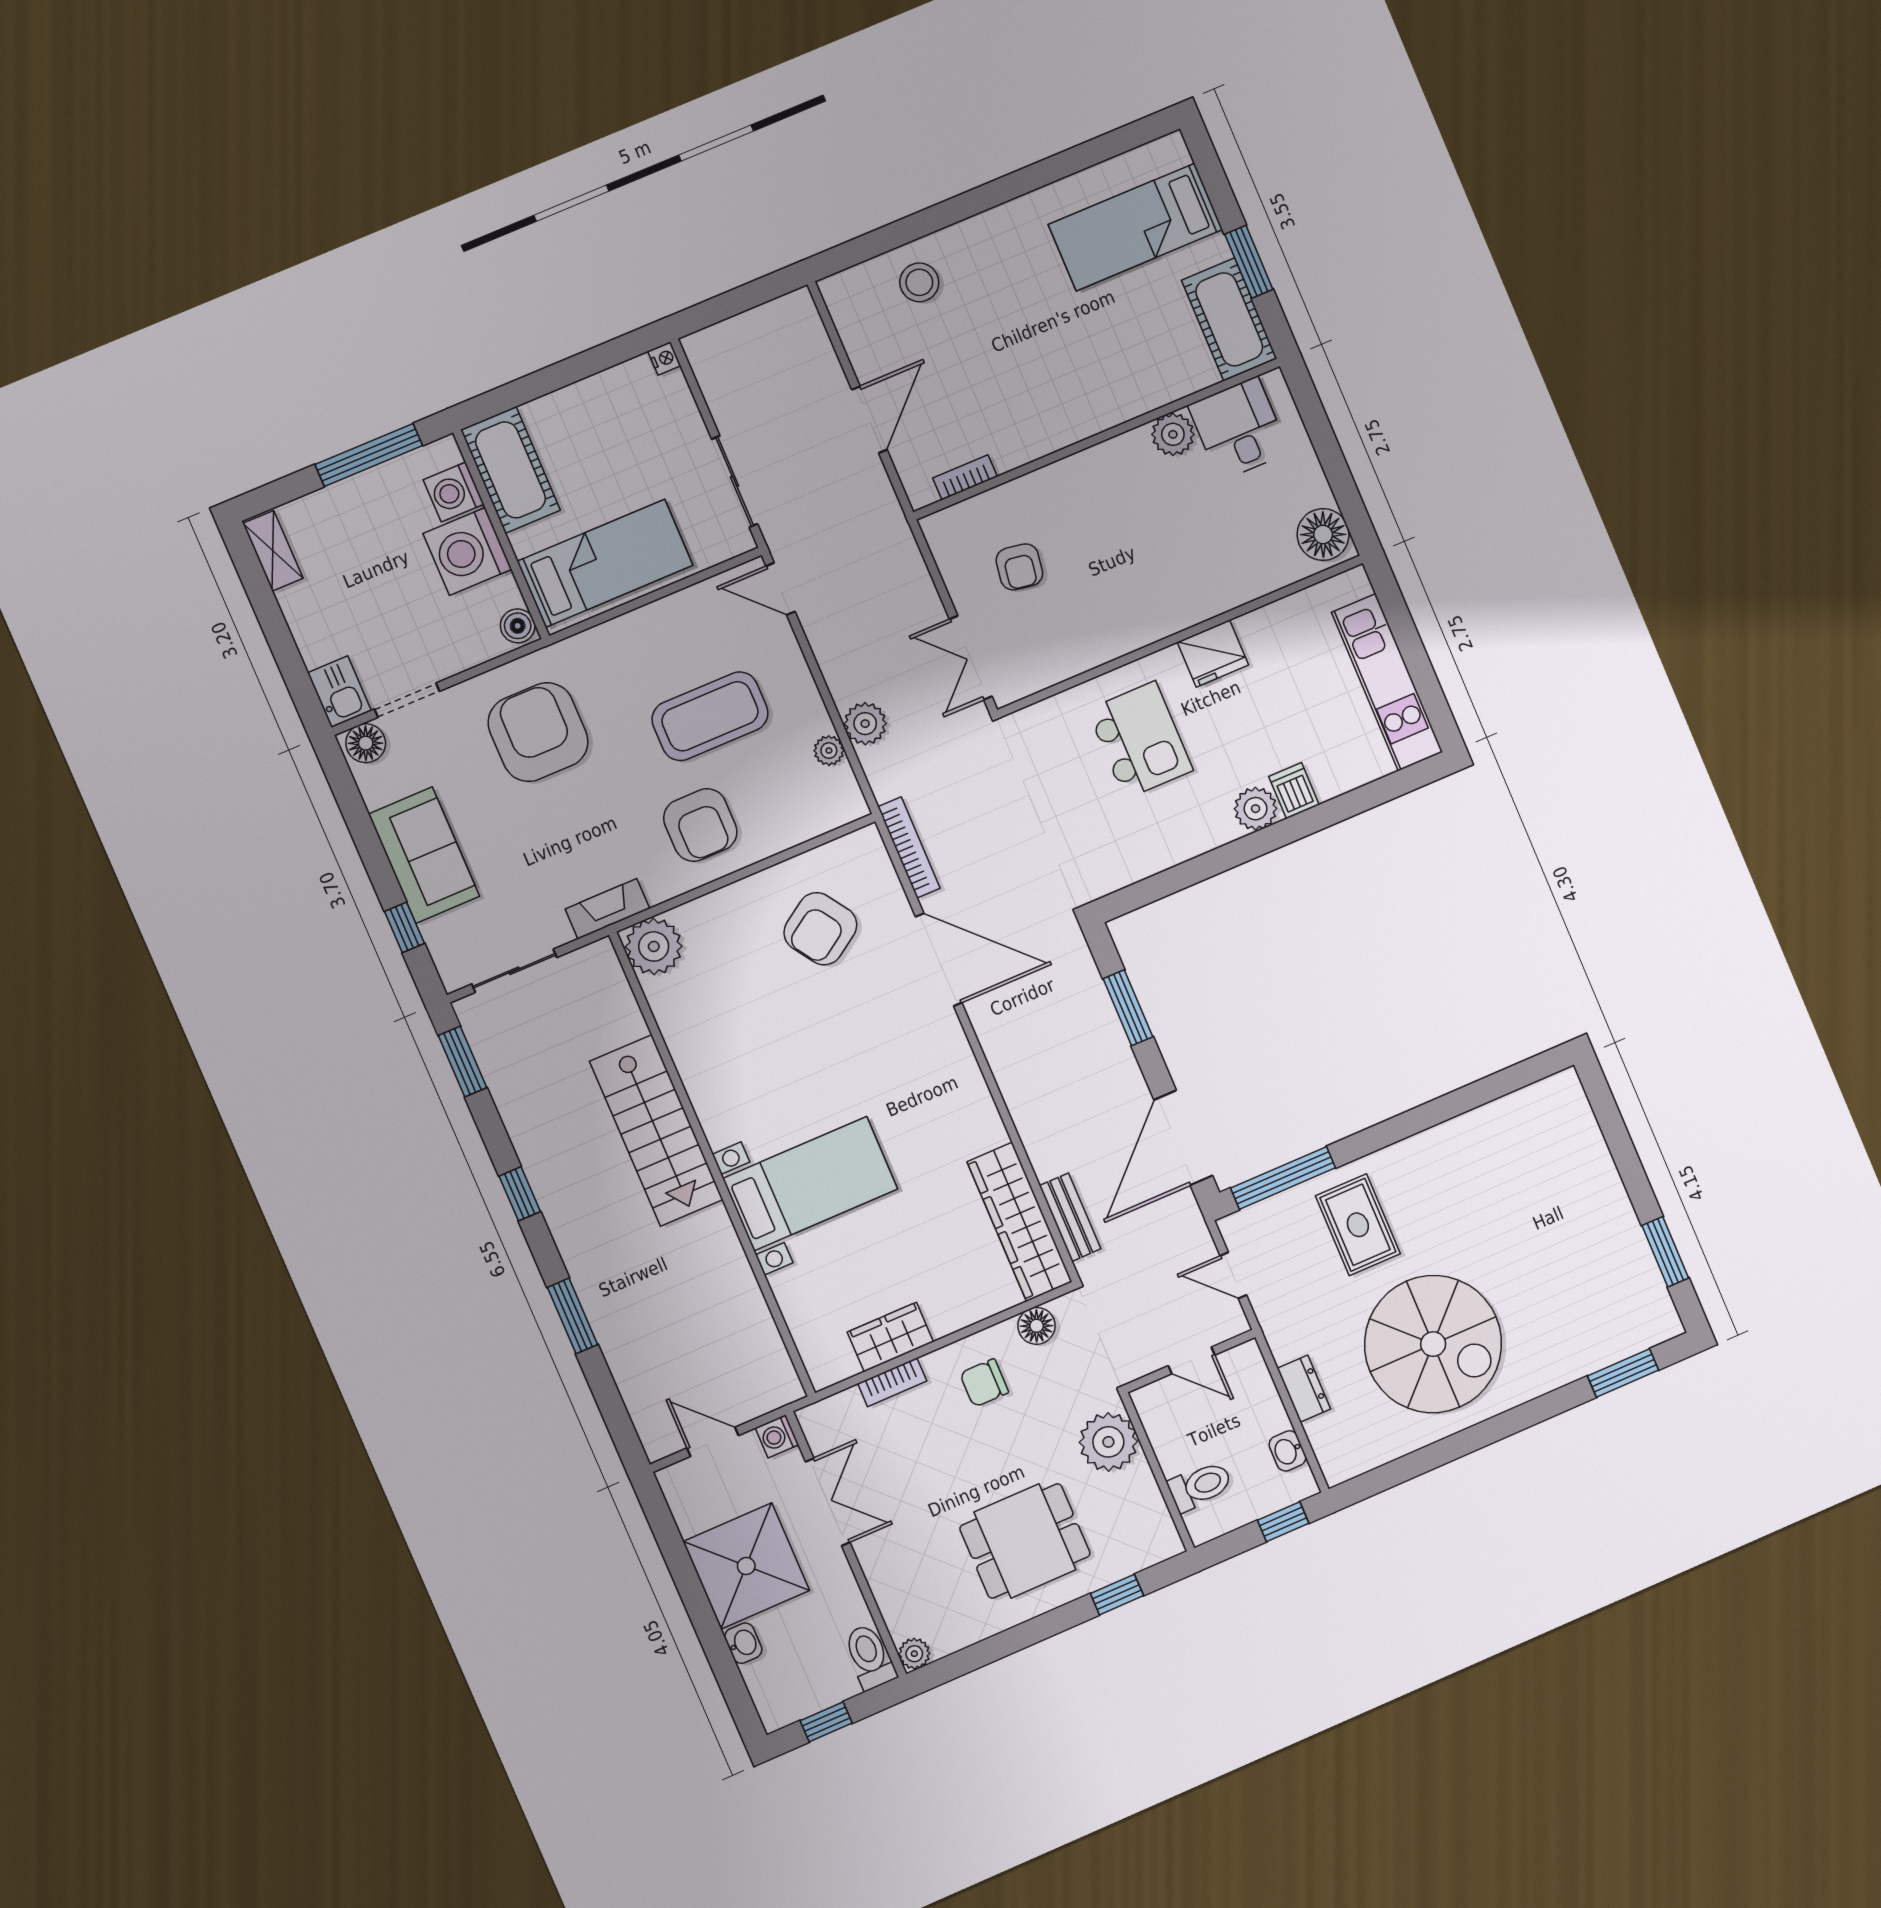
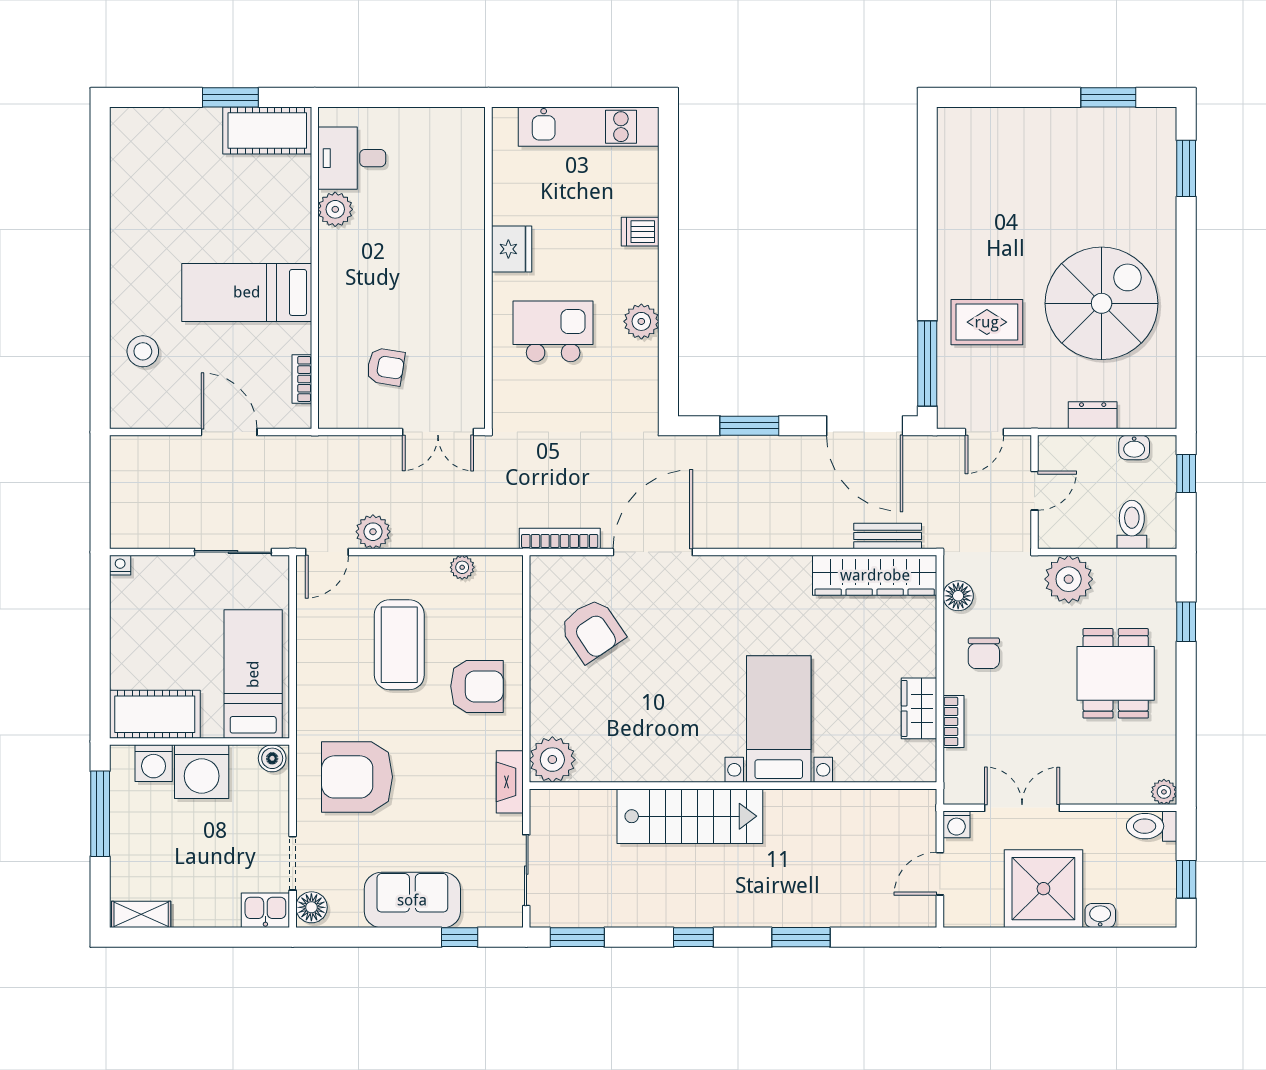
bed: (1136, 227) -> (247, 292), moved, turned 90
floor lamp: (1323, 535) -> (458, 128), removed
plant: (865, 724) -> (373, 532), moved
plant: (1256, 809) -> (641, 321), moved

